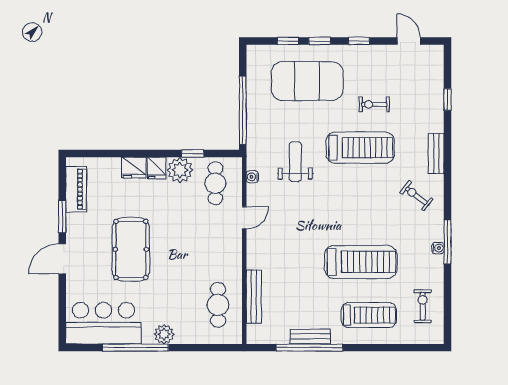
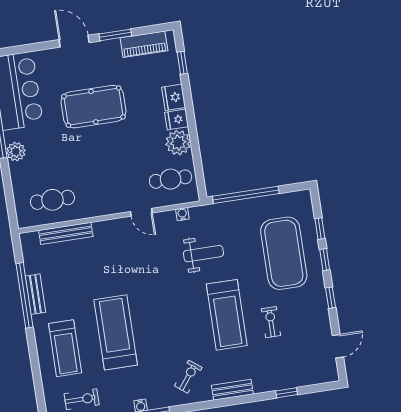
window: (193, 154) -> (182, 63), moved
treadmill: (361, 262) -> (116, 332), turned 180

